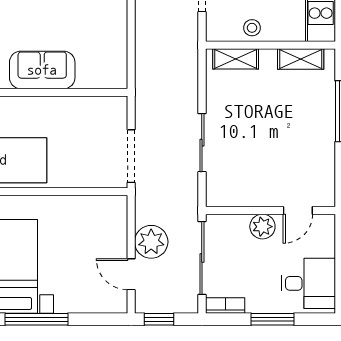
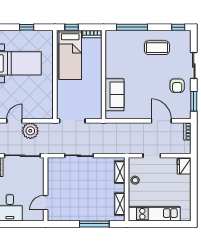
sofa: (42, 70) -> (114, 95), moved
door: (298, 211) -> (46, 203), hinge flipped
plant: (262, 227) -> (38, 185), removed

